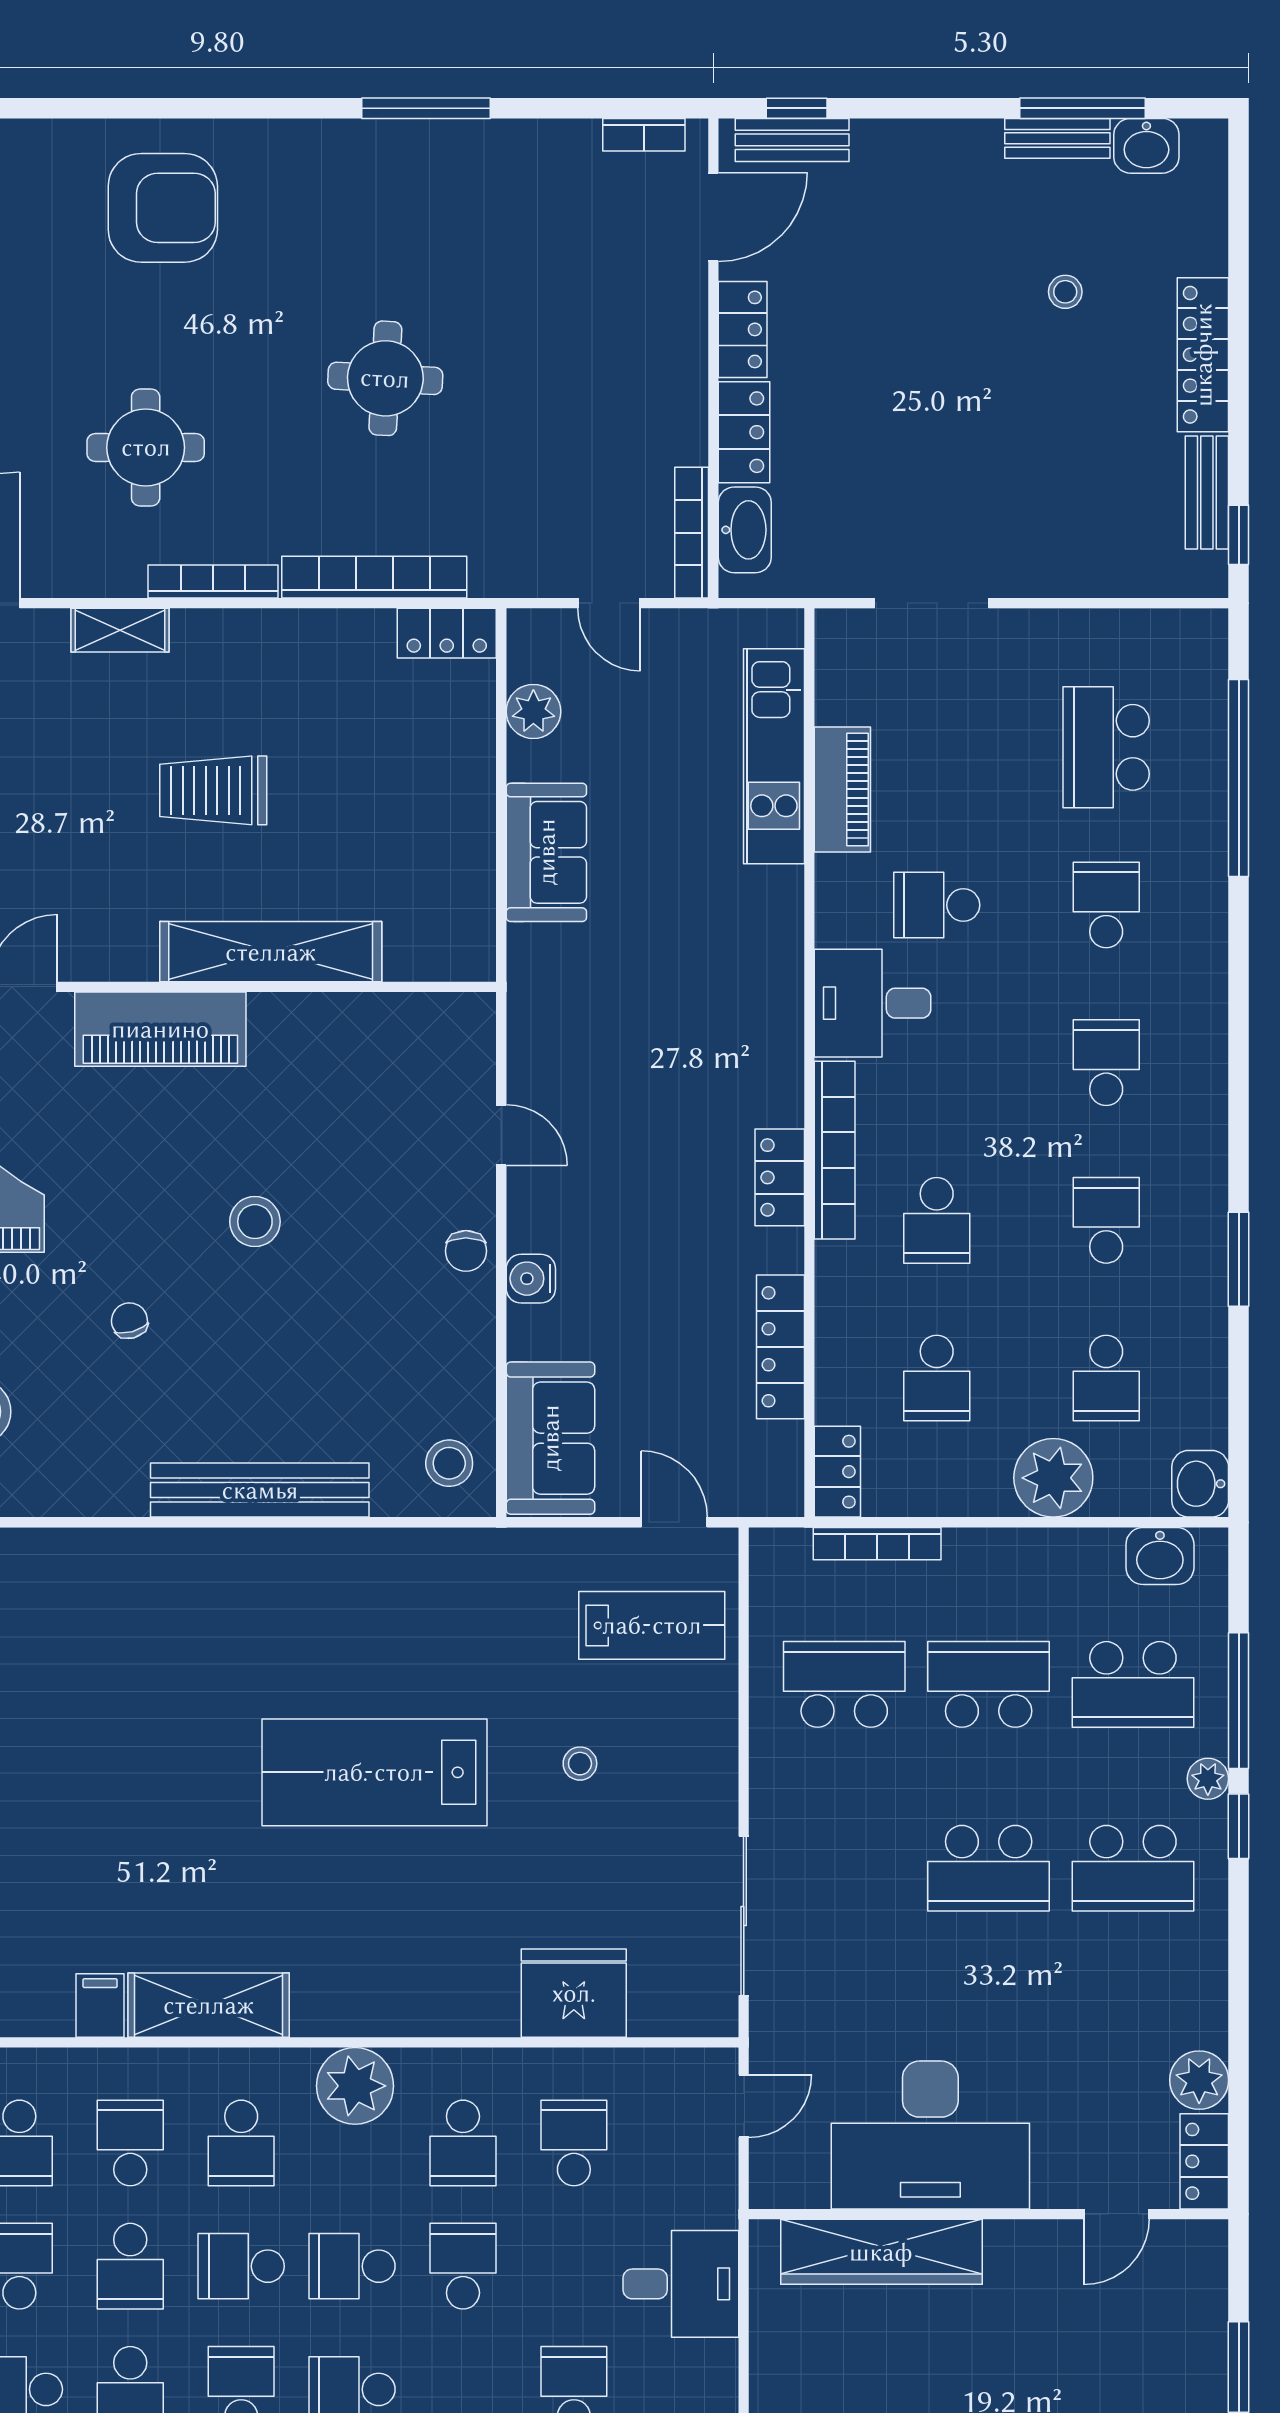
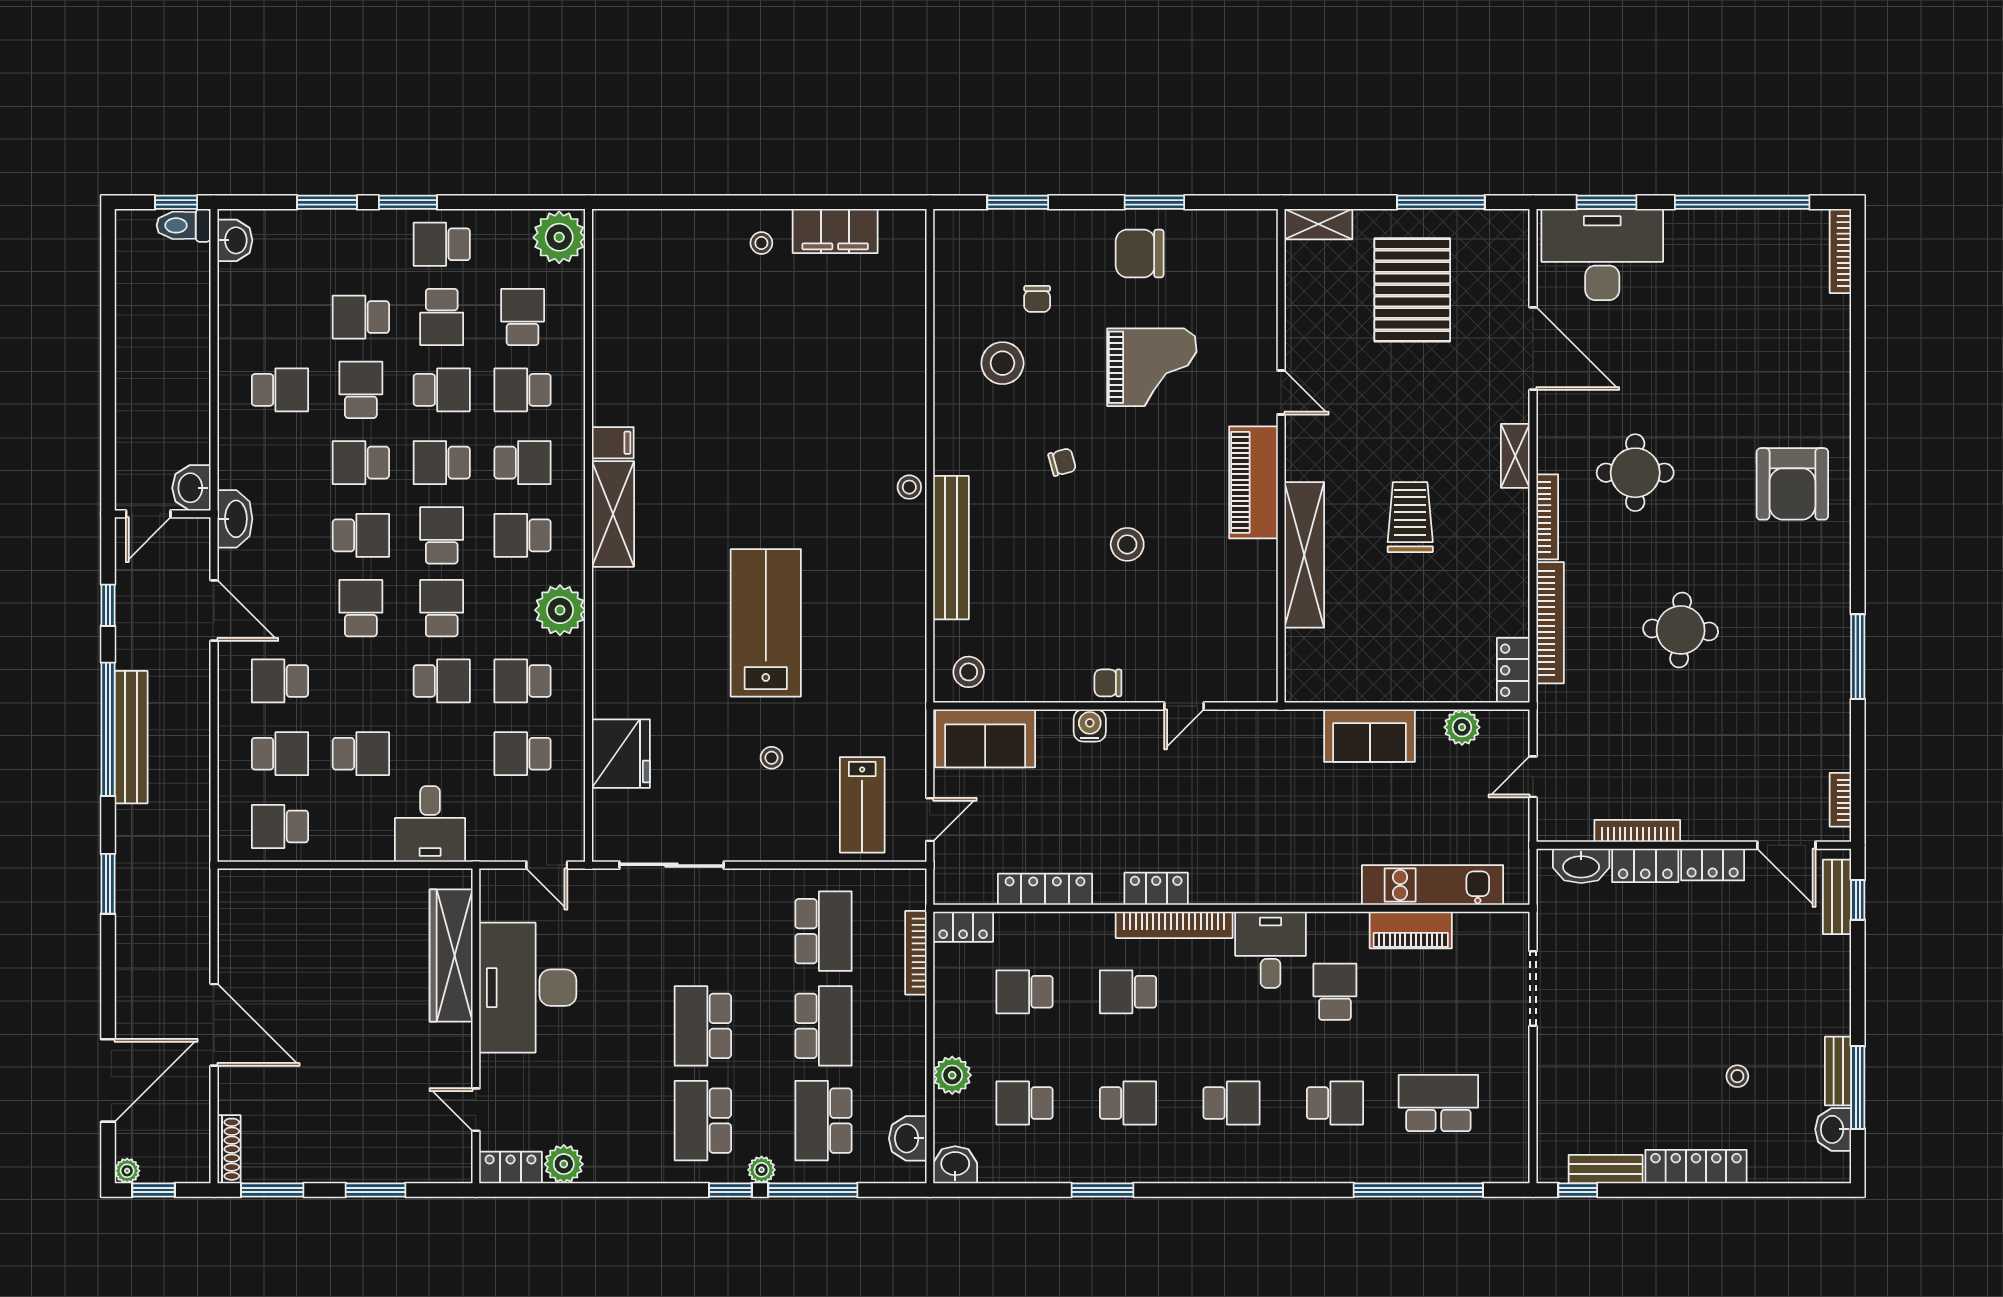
bookcase: (692, 533) -> (1637, 831), moved
plant: (1053, 1478) -> (952, 1075), width x0.73, depth x0.73
stool: (168, 1554) -> (909, 487), added
school desk: (574, 2143) -> (523, 754), turned 180

